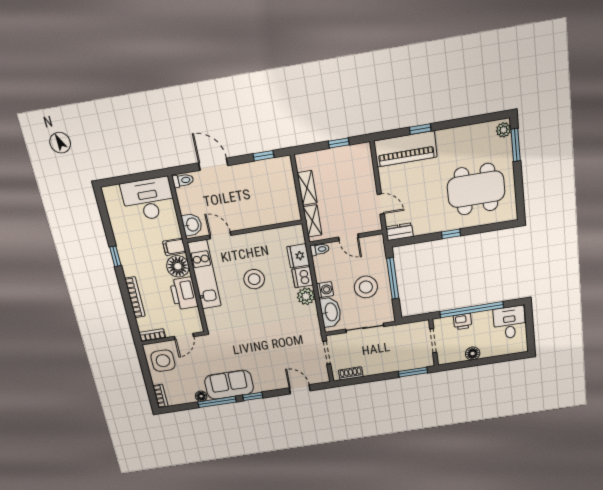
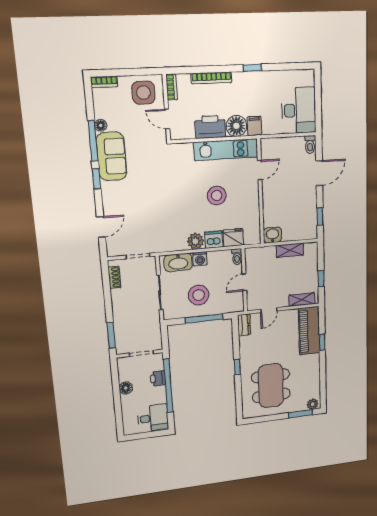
shelving: (313, 221) -> (302, 300), moved
washbasin: (192, 225) -> (273, 235), moved, turned 180

